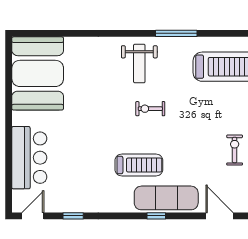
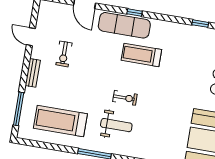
weight bench: (139, 63) -> (116, 125), moved, turned 90

